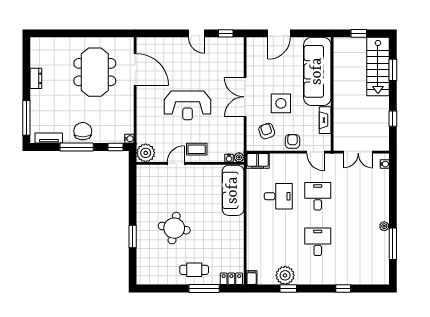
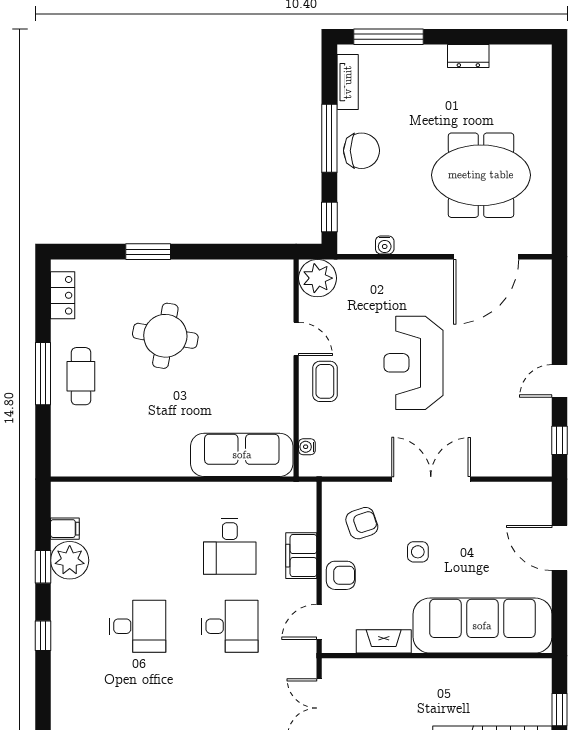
side table: (281, 103) -> (418, 552), width x0.54, depth x0.54
water cooler: (129, 139) -> (385, 245), moved
plant: (239, 157) -> (309, 467), removed
filing cabinet: (258, 161) -> (301, 556), moved
filing cabinet: (252, 278) -> (65, 529), moved
locker: (231, 279) -> (63, 295), moved
window: (204, 289) -> (43, 374), moved
window: (343, 289) -> (43, 636), moved

